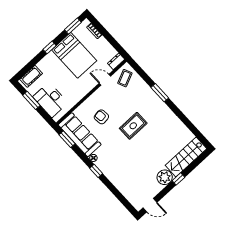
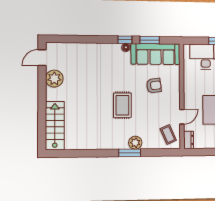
plant: (150, 95) -> (135, 143), added
window: (67, 139) -> (150, 40), moved
window: (96, 171) -> (125, 40), moved
plant: (165, 177) -> (54, 79), moved
window: (178, 179) -> (42, 102), removed

